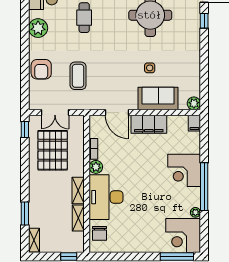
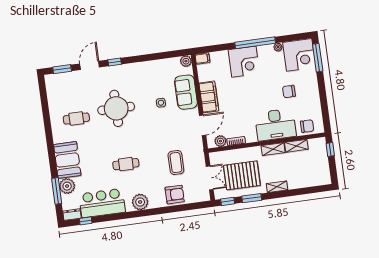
coffee table: (78, 76) -> (176, 163), turned 90
plant: (96, 167) -> (220, 141), moved
window: (25, 213) -> (252, 198), moved
chair: (142, 218) -> (289, 91), added
shelving: (34, 240) -> (277, 187), moved

